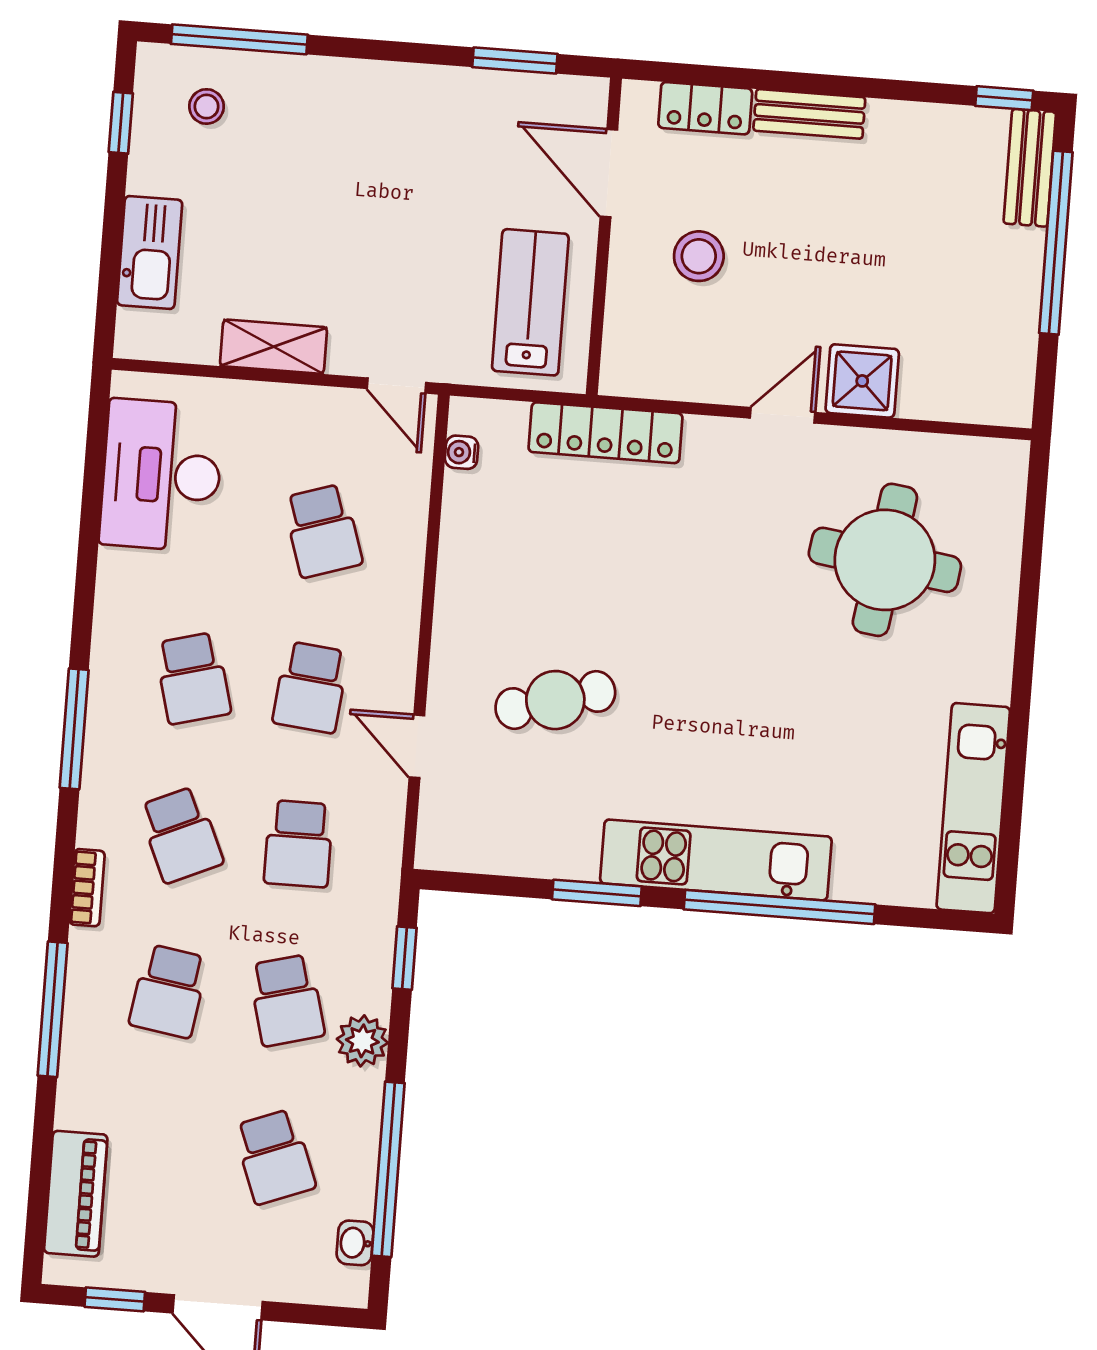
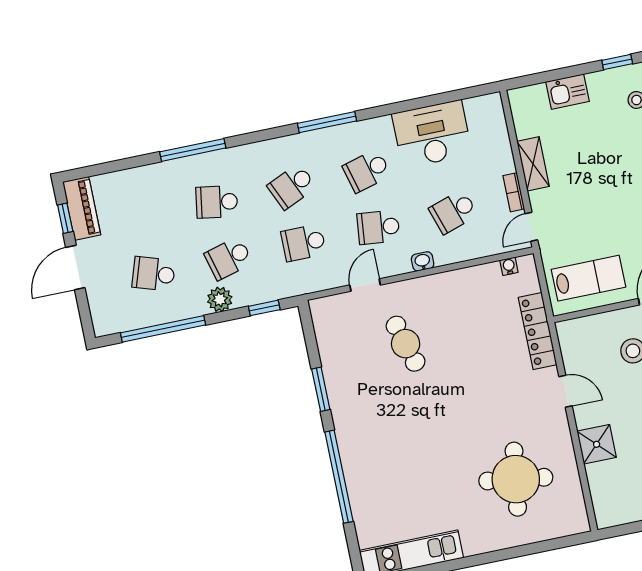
kitchen sink: (150, 252) -> (568, 92), width x0.73
door: (782, 415) -> (565, 391), moved
desk: (161, 475) -> (432, 134), moved
kitchen unit: (716, 860) -> (352, 441), removed
bookcase: (87, 888) -> (514, 192), moved, turned 90
school desk: (274, 1157) -> (154, 274), turned 39
piano: (76, 1194) -> (82, 208), moved, turned -90
washbasin: (355, 1243) -> (423, 261), moved

